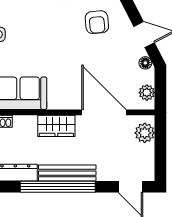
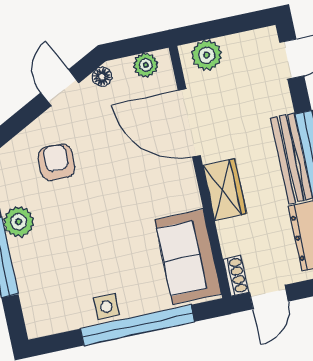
armchair: (97, 22) -> (56, 162), turned -83
door: (104, 112) -> (189, 123), hinge flipped

